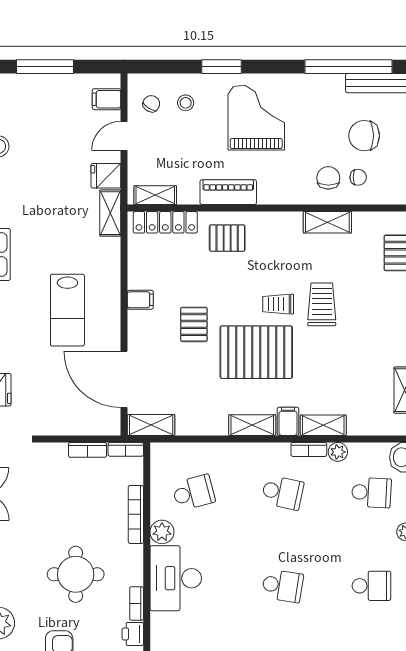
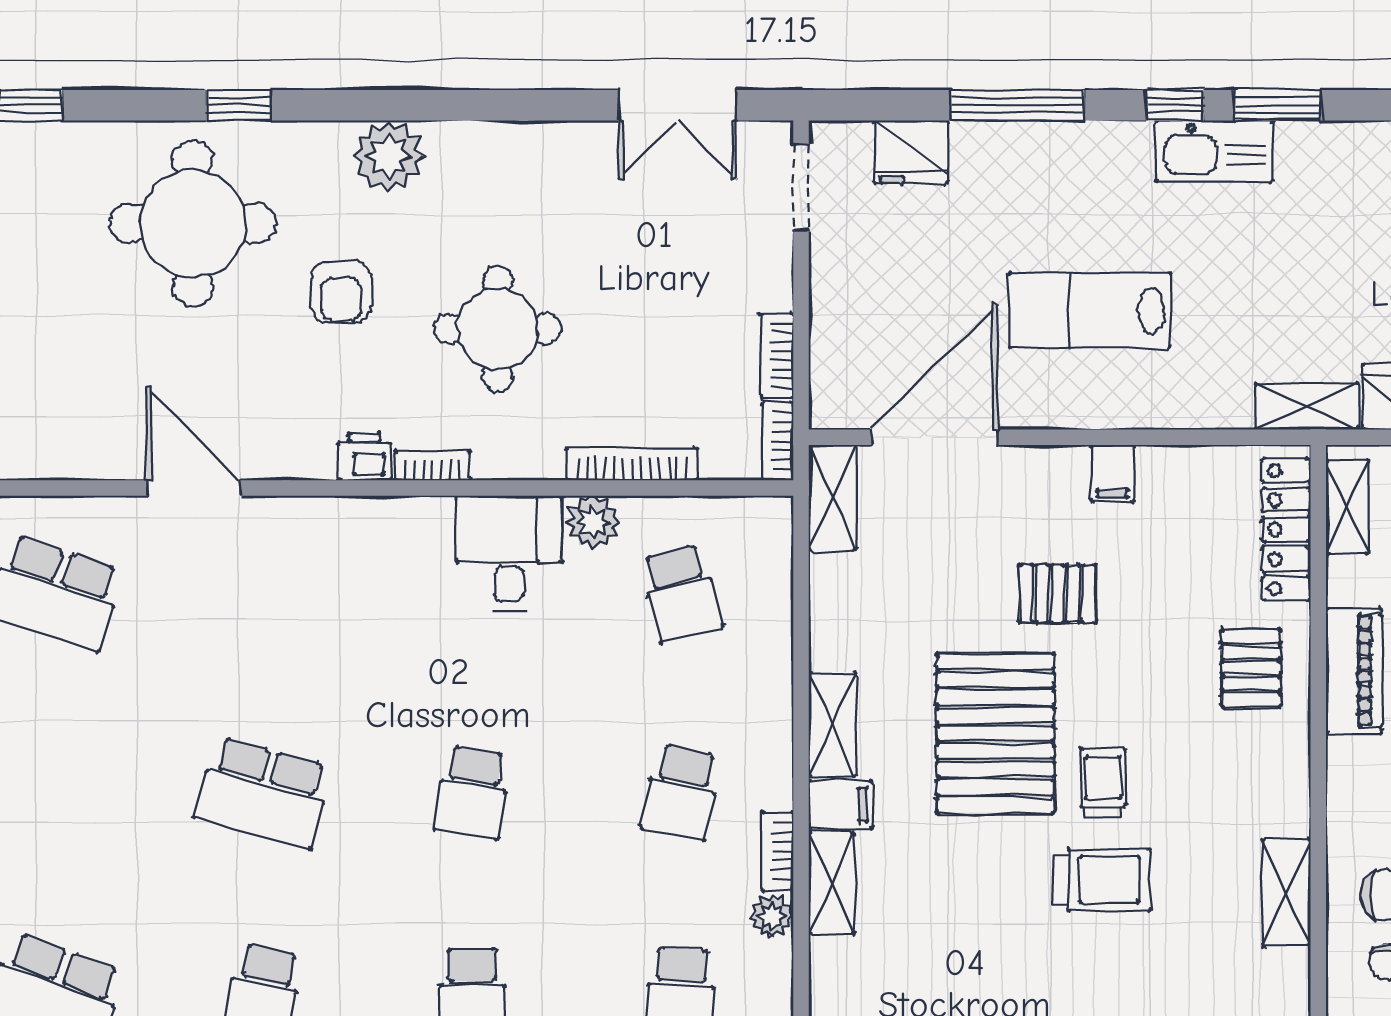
desk: (176, 578) -> (509, 553), width x0.73

